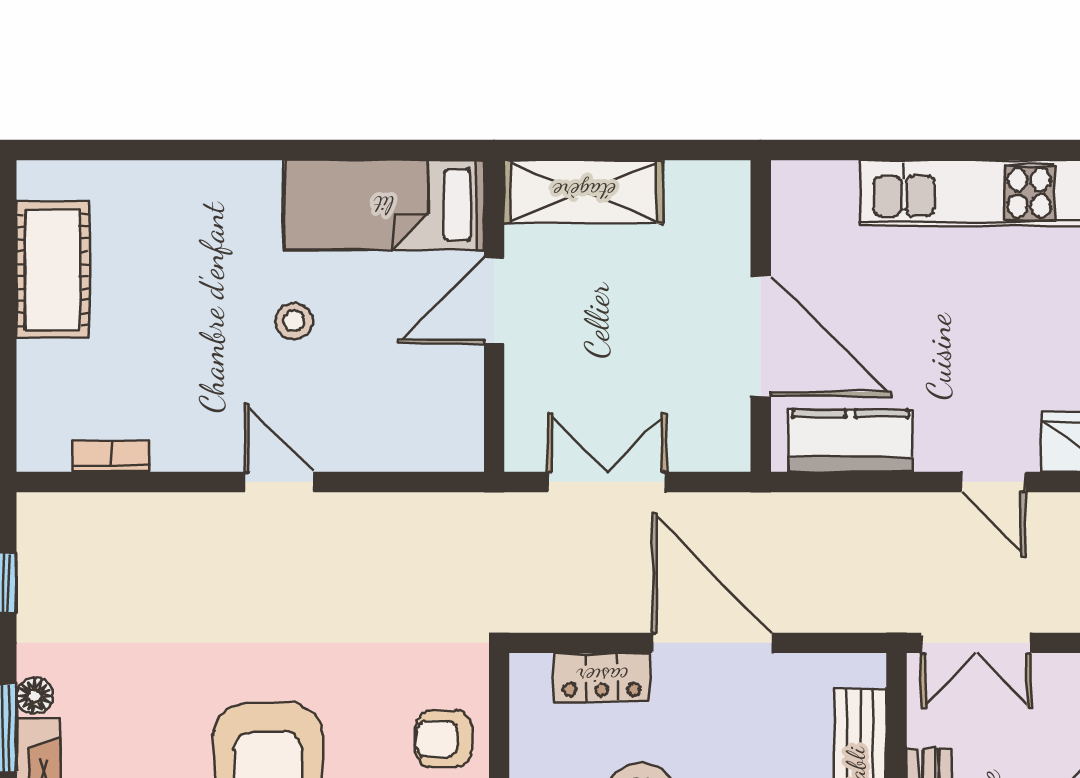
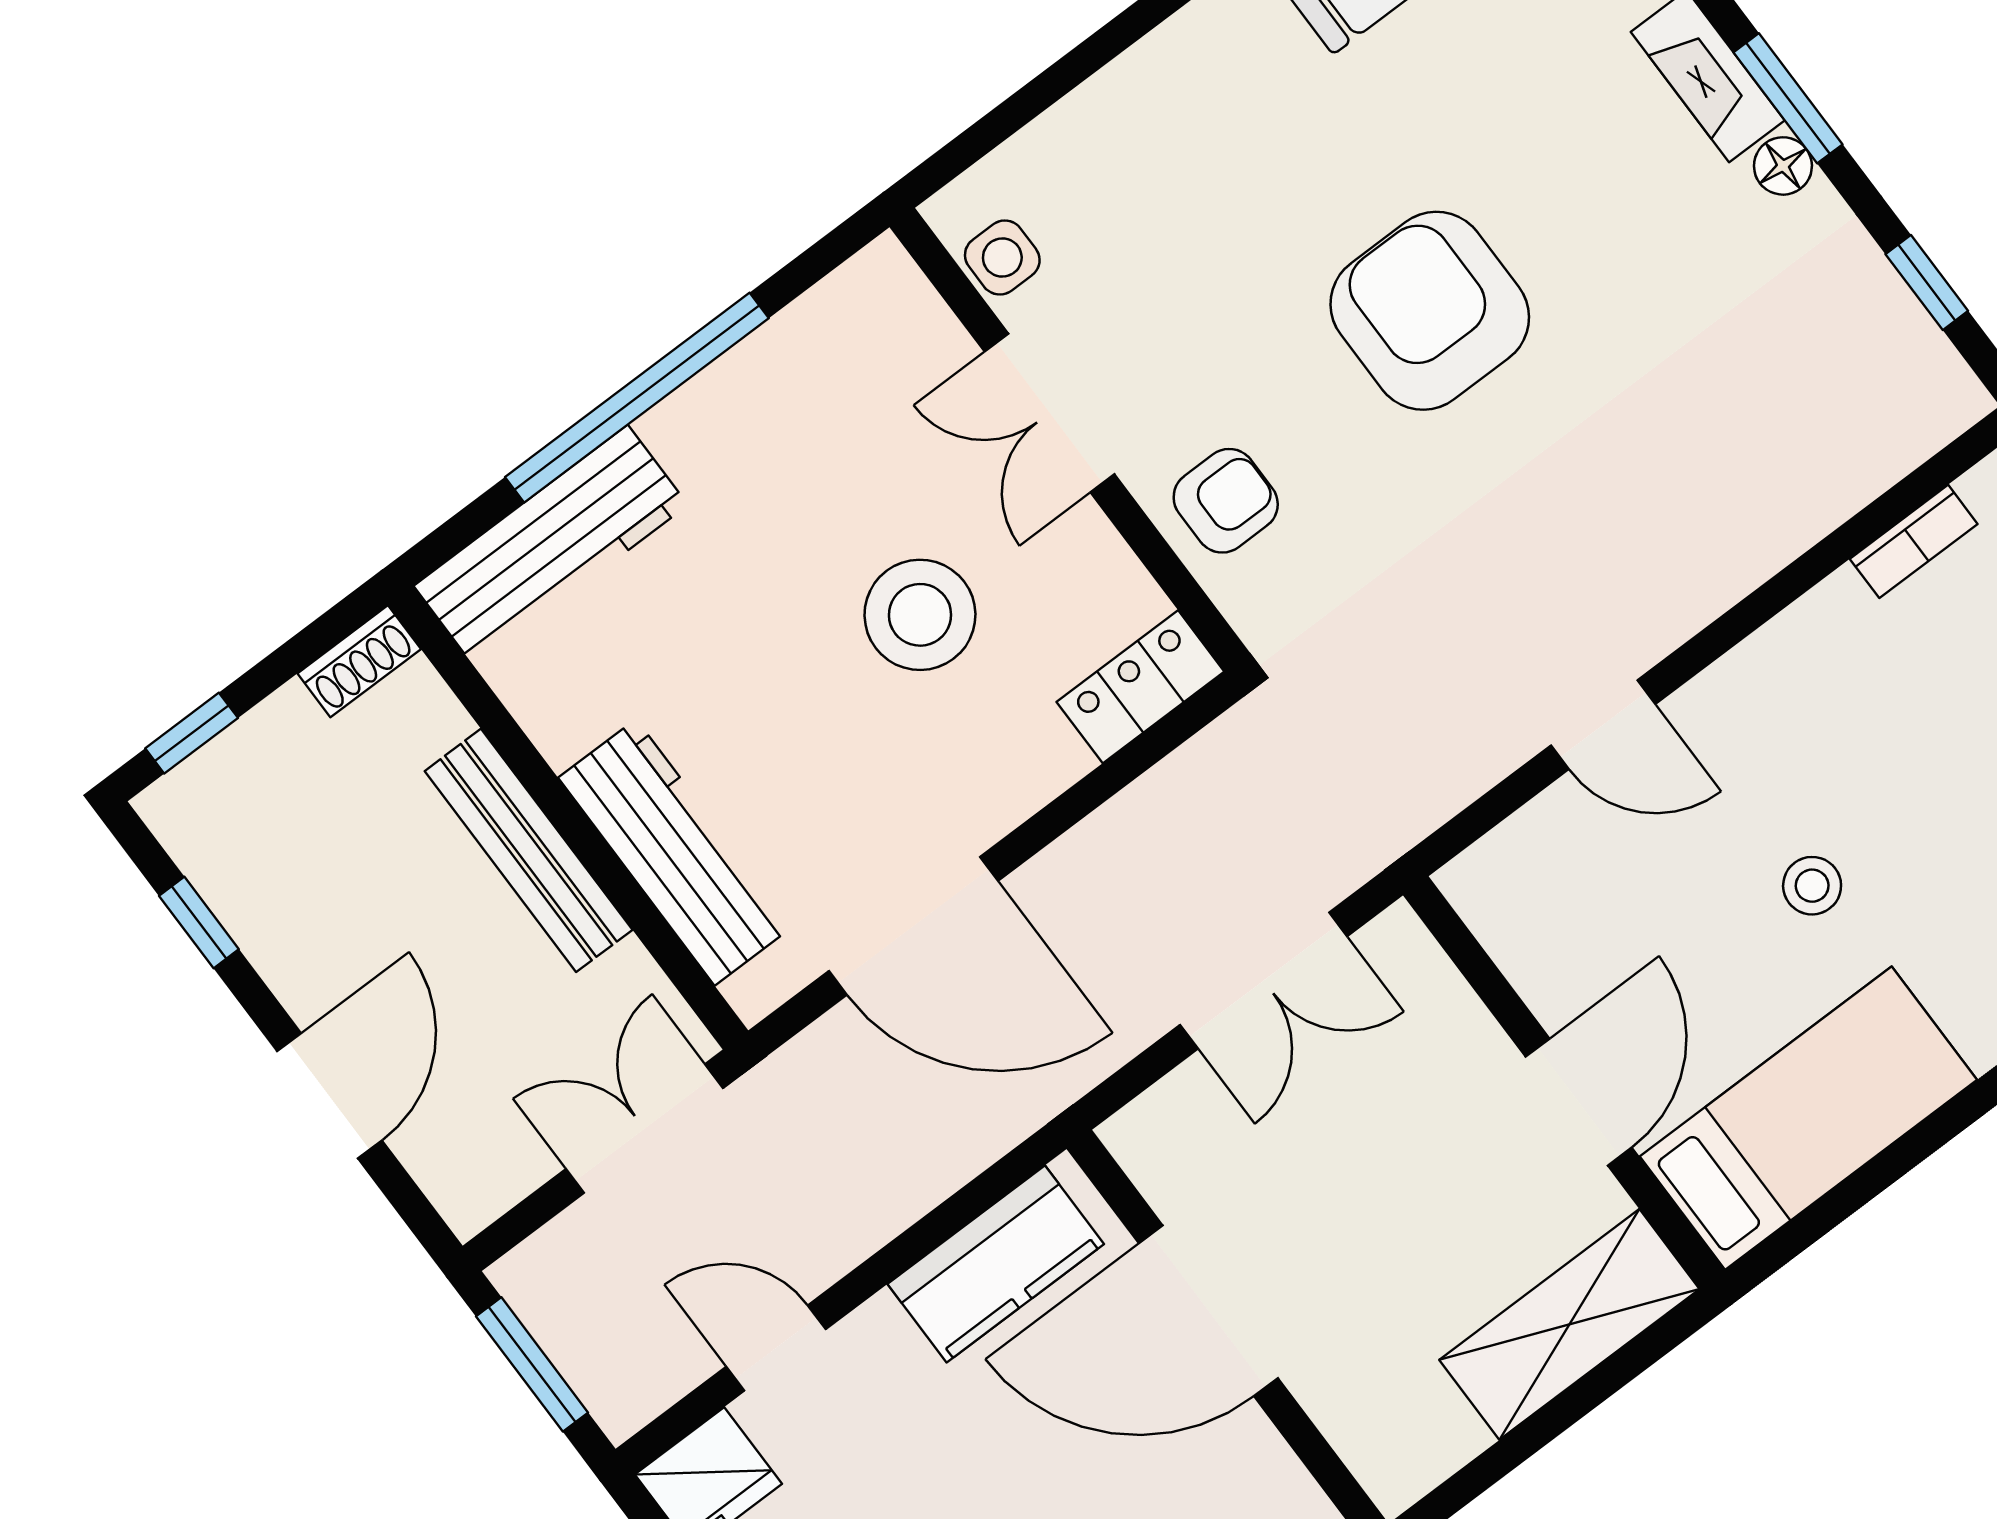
door: (279, 482) -> (1603, 725), moved
door: (712, 643) -> (913, 926), moved
locker: (602, 677) -> (1140, 687), moved

